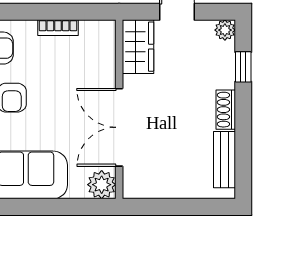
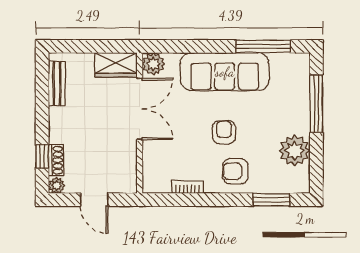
wardrobe: (138, 47) -> (116, 65), moved, turned -90
shoe rack: (226, 110) -> (56, 160), moved

